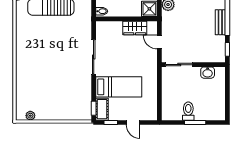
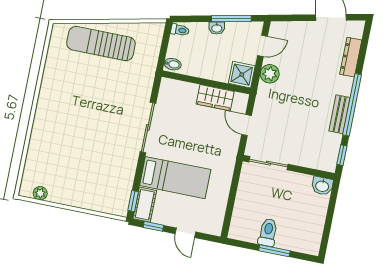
washbasin: (208, 73) -> (322, 186), moved

